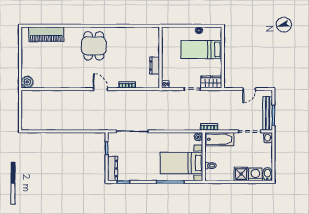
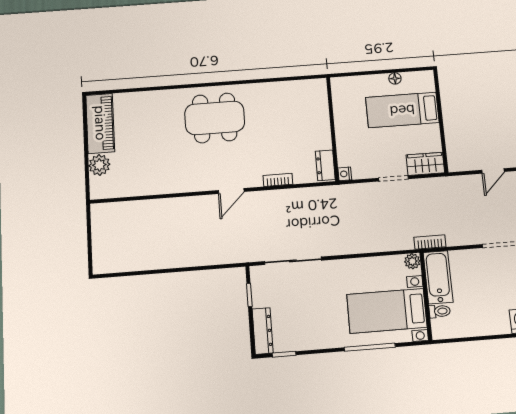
piano: (46, 34) -> (100, 123), moved, turned -90
dining table: (94, 46) -> (215, 118), width x1.38
dresser: (155, 66) -> (325, 165), moved
plant: (27, 82) -> (99, 165), moved
door: (100, 89) -> (231, 191), swing flipped
bathtub: (219, 139) -> (438, 277), moved, turned -90
shower: (241, 174) -> (497, 322), removed

